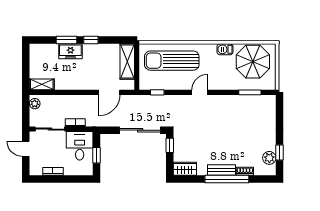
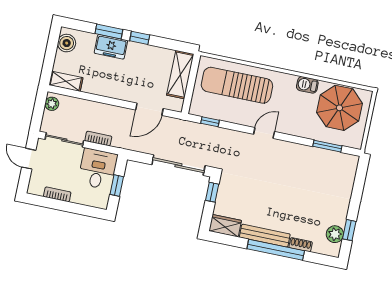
boiler: (36, 55) -> (67, 43), added
bench: (221, 170) -> (265, 236), width x1.36

